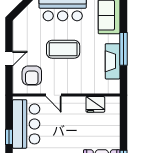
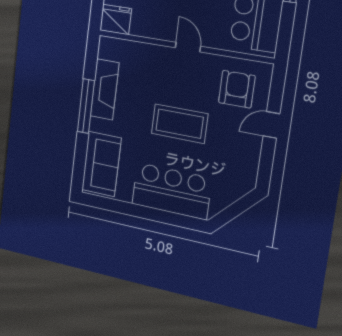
door: (53, 95) -> (188, 47), moved
fridge: (95, 104) -> (116, 19), moved

